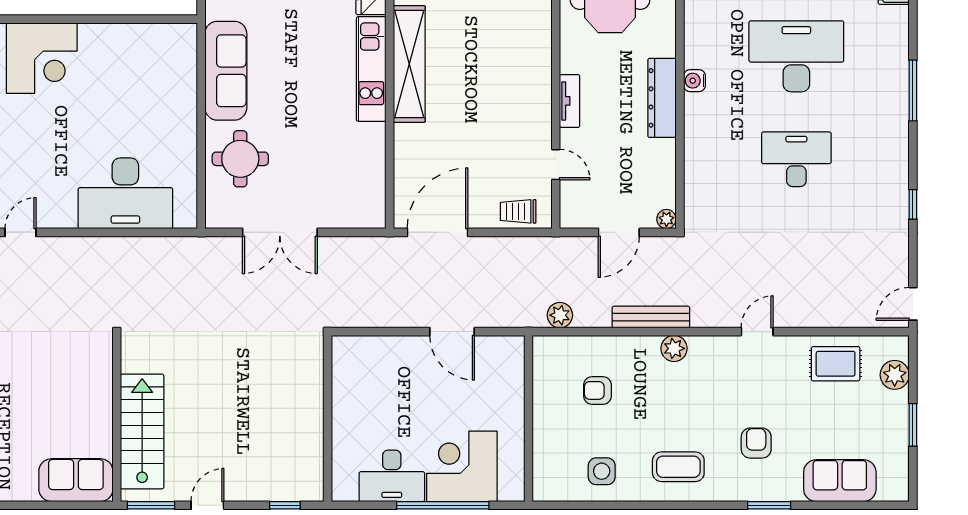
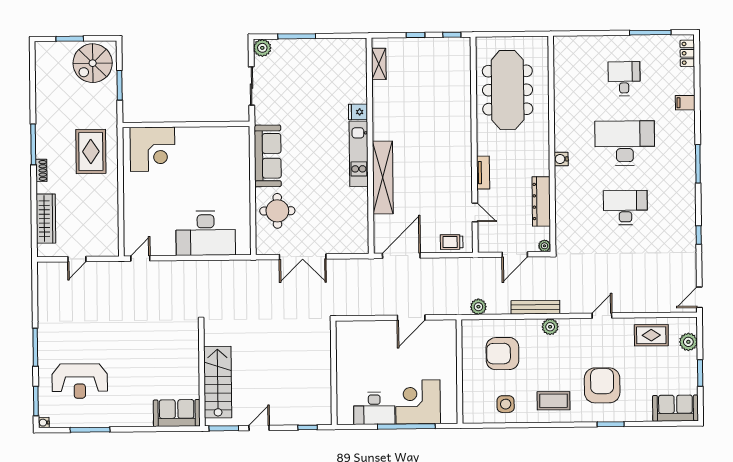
shelving: (409, 64) -> (383, 177), moved
dresser: (662, 98) -> (541, 201), moved
door: (452, 332) -> (411, 318), hinge flipped
armchair: (597, 390) -> (502, 354), width x1.88, depth x1.88
armchair: (756, 443) -> (602, 385), width x1.88, depth x1.88
sofa: (840, 481) -> (675, 408), moved

